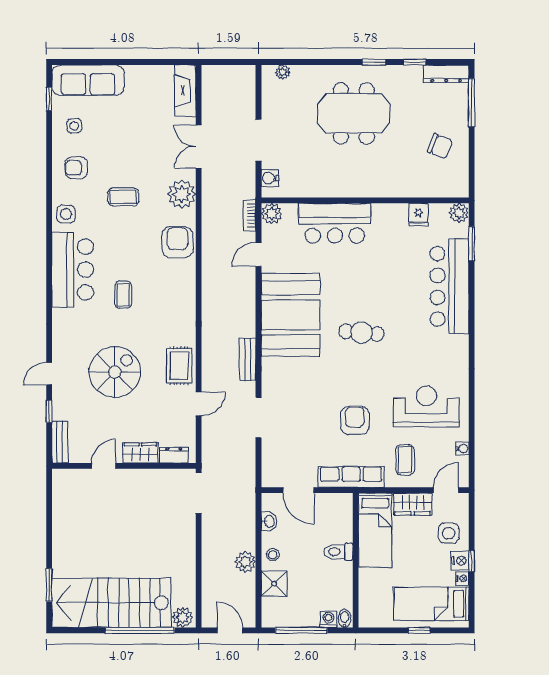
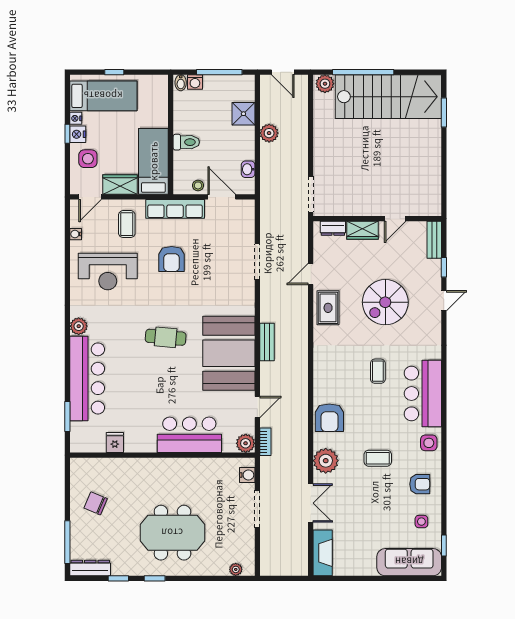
plant: (459, 213) -> (79, 326), moved
bench: (248, 359) -> (267, 342), moved
stool: (273, 555) -> (198, 185), moved

